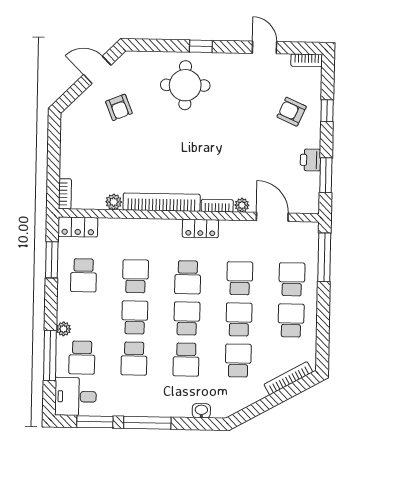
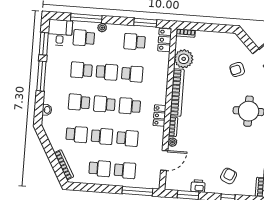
plant: (114, 202) -> (184, 59), width x1.88, depth x1.88
school desk: (187, 318) -> (104, 104), turned 180

